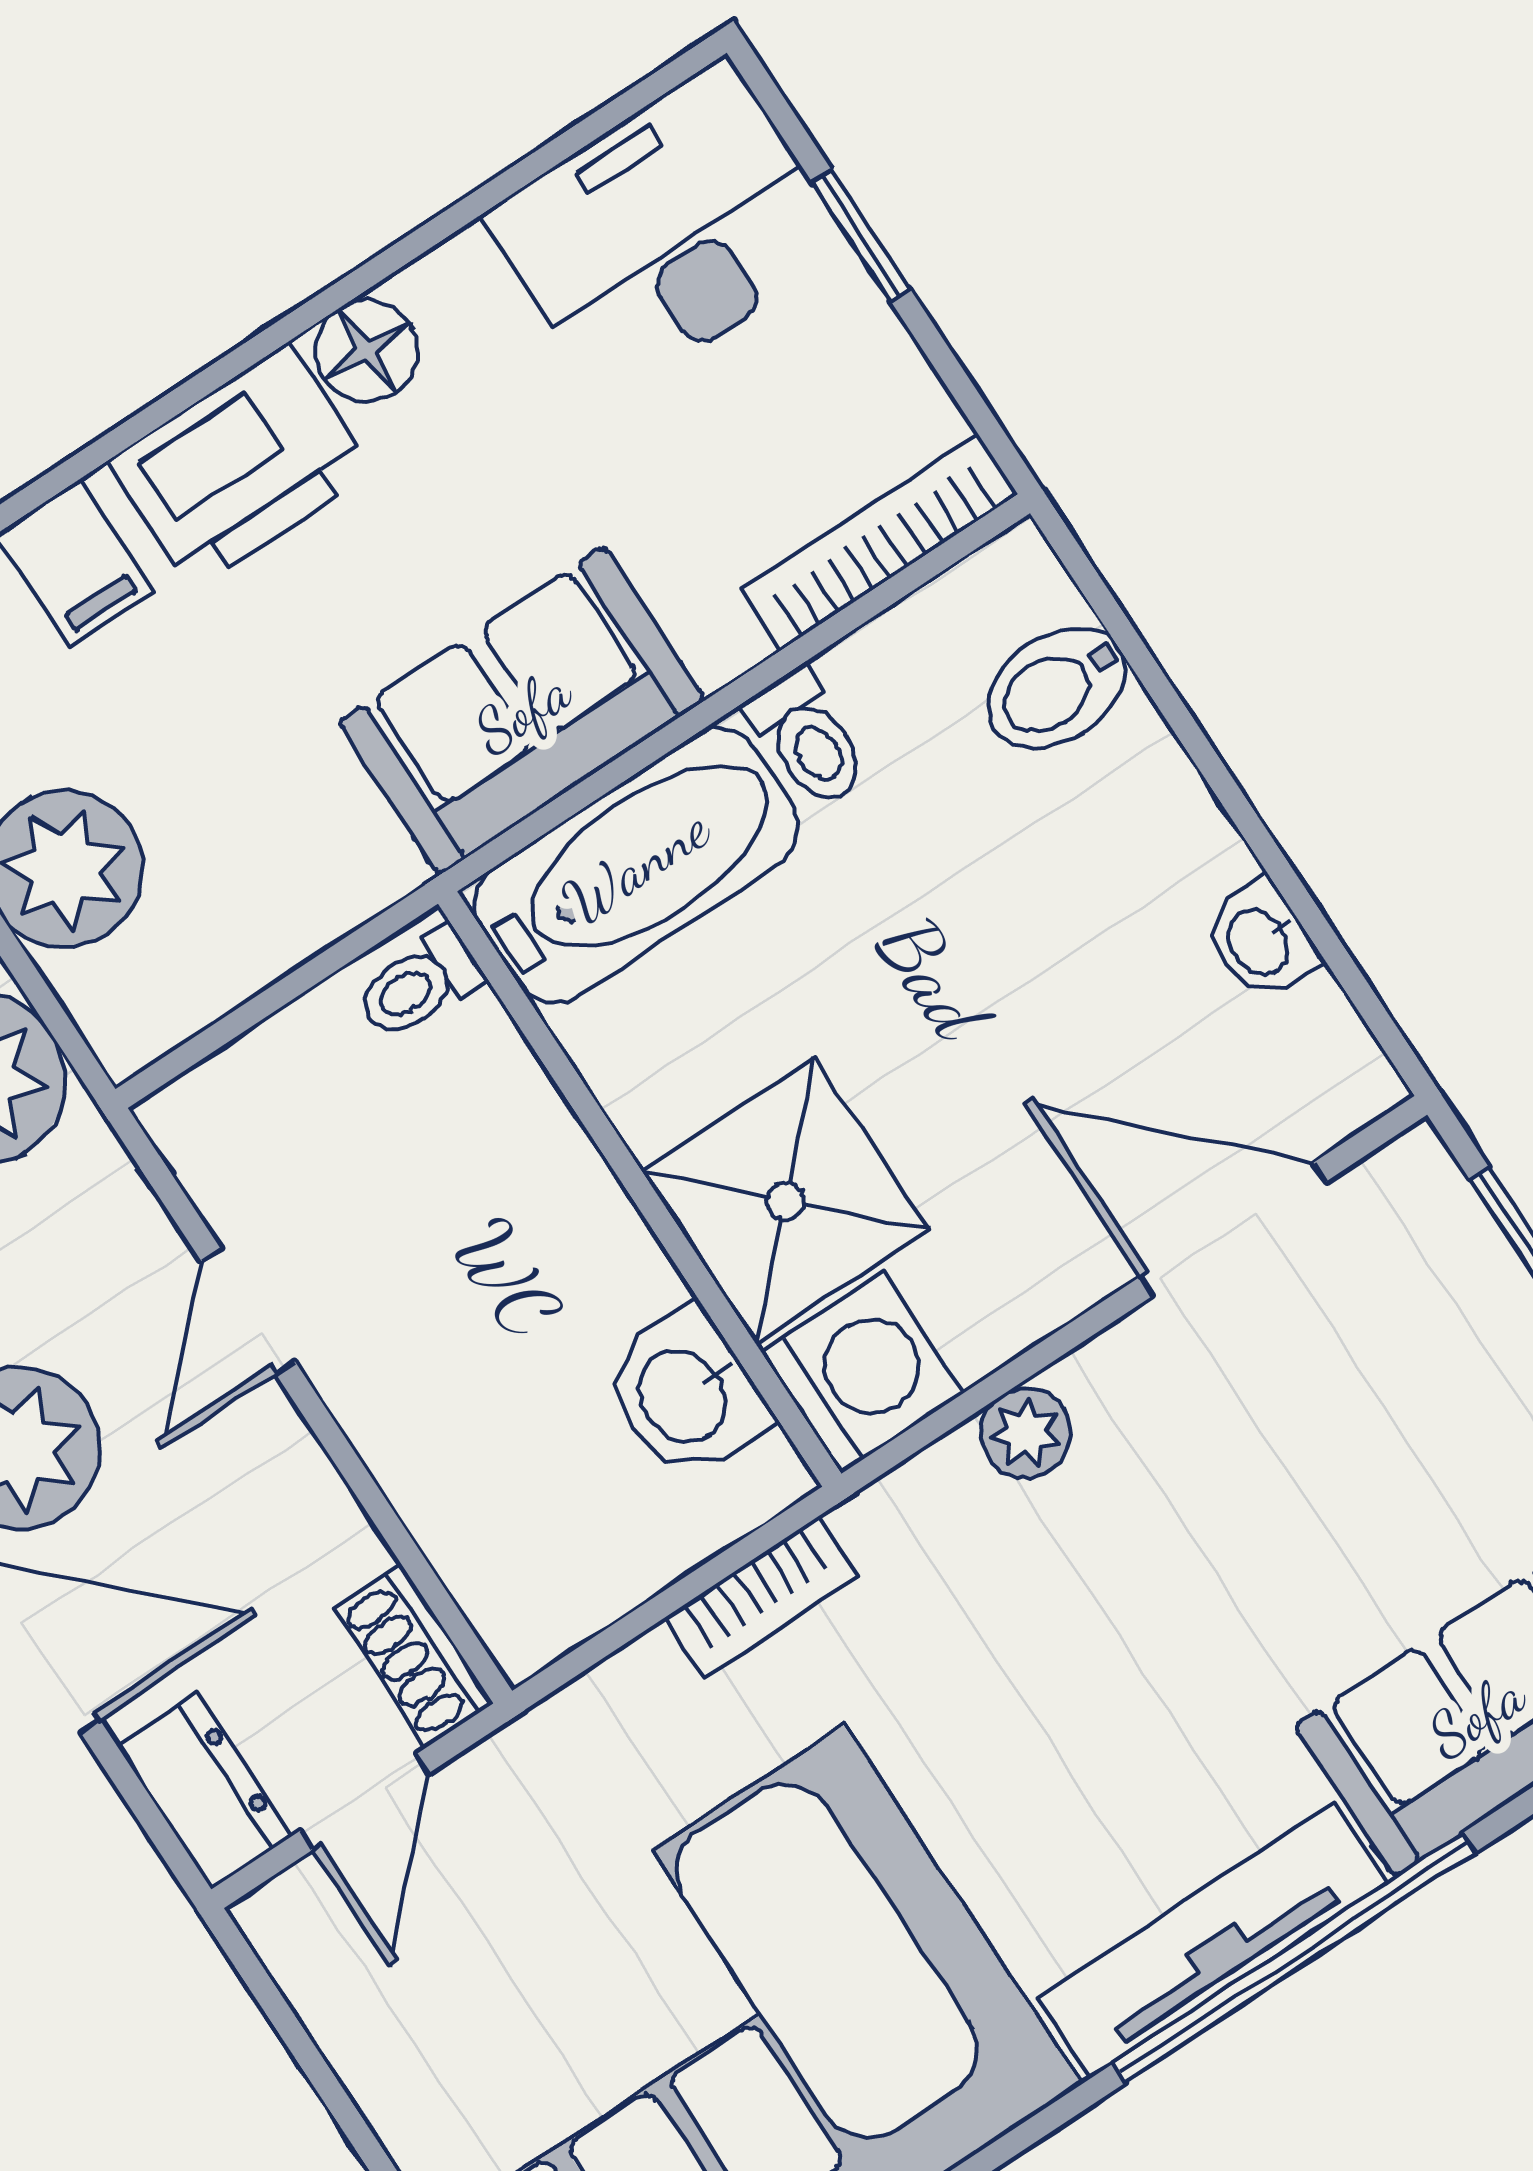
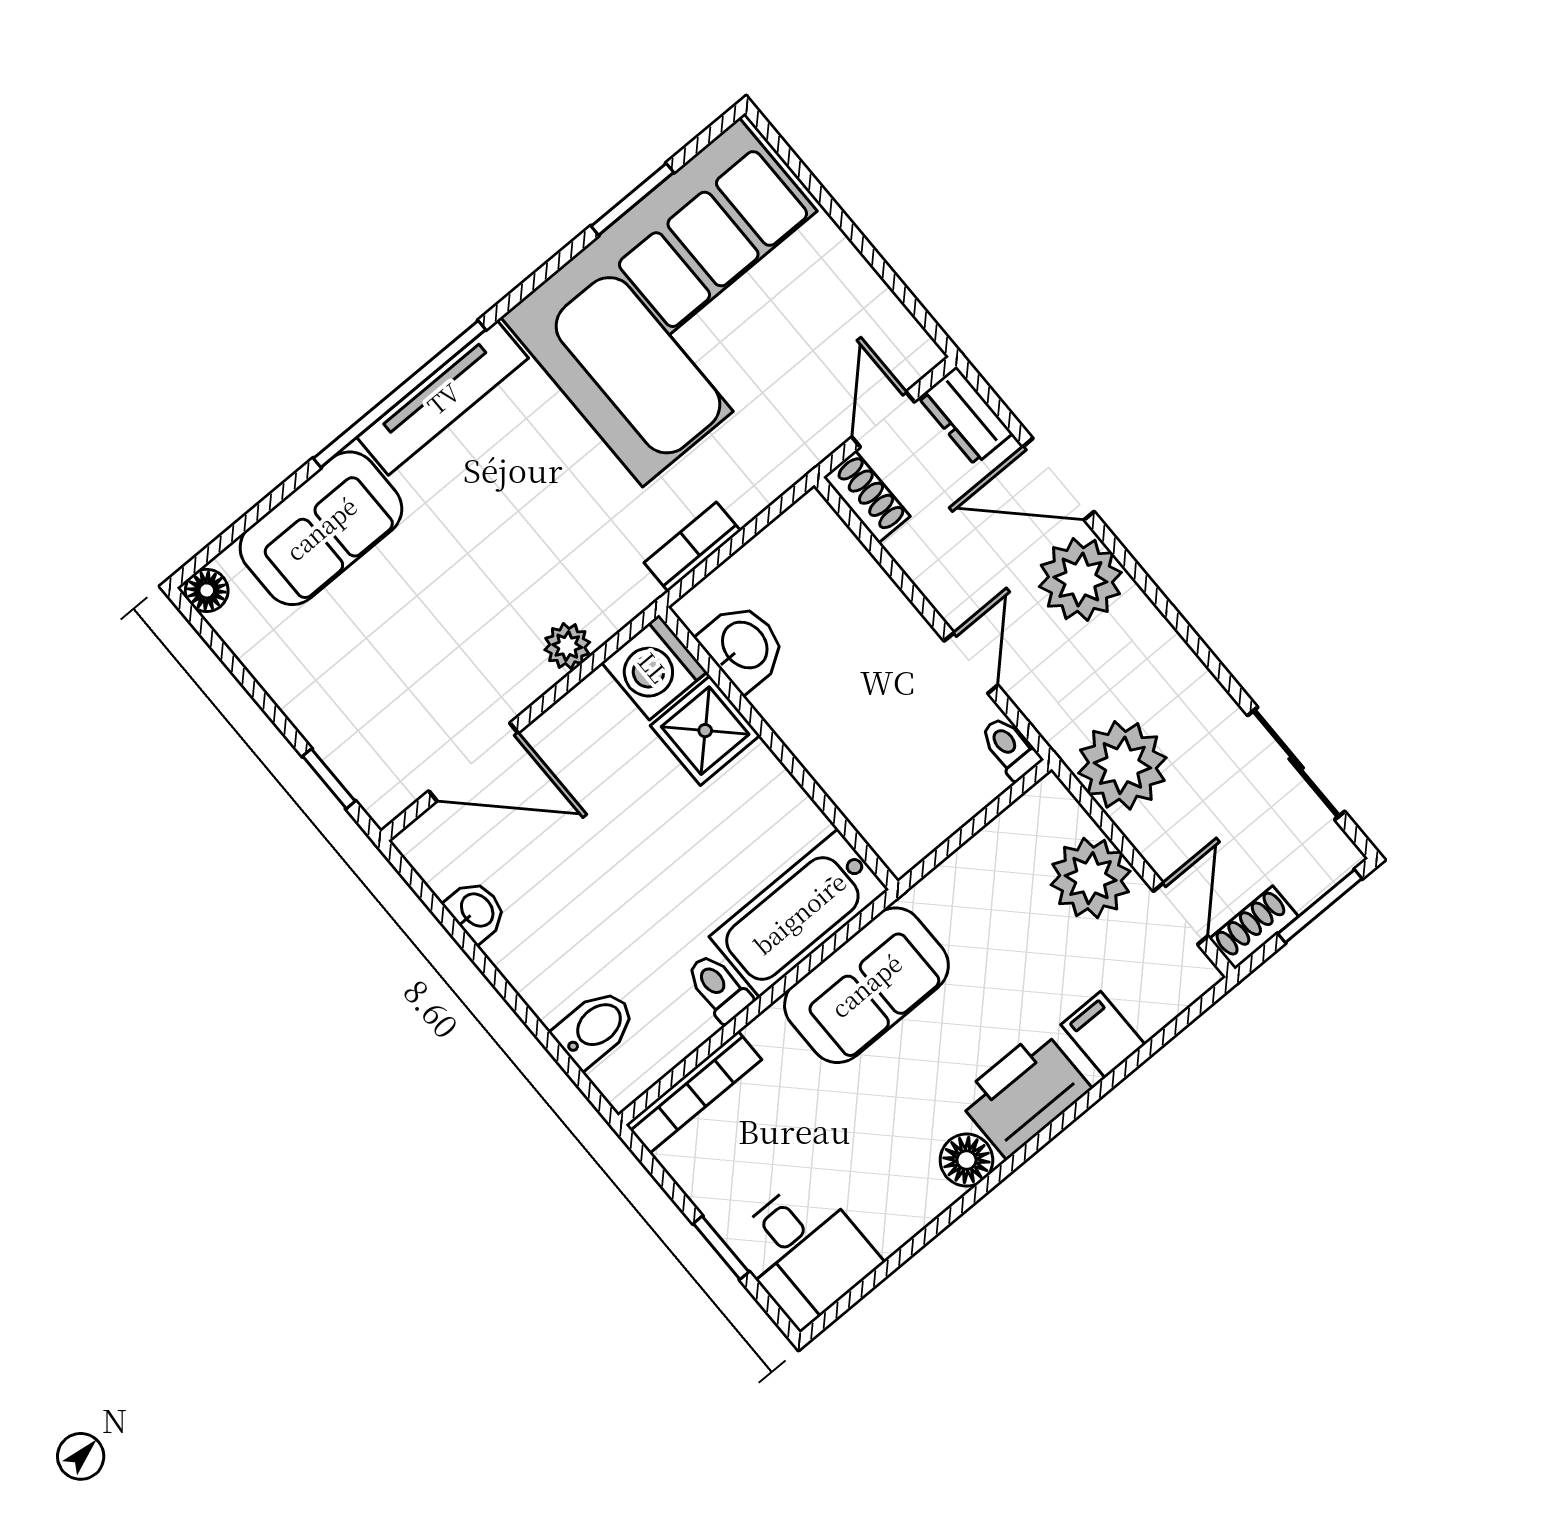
desk: (667, 231) -> (804, 1252), width x0.73
toilet: (419, 984) -> (1010, 748), moved, turned -90
shower: (785, 1201) -> (705, 731), width x0.73, depth x0.73

